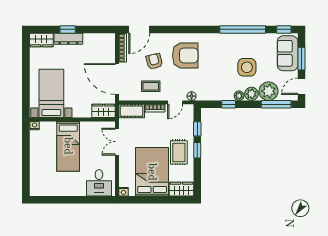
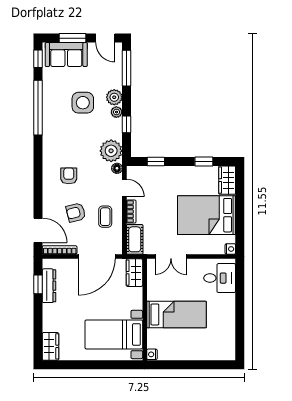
window: (68, 29) -> (38, 284), moved
dresser: (68, 39) -> (49, 286), moved
armchair: (185, 55) -> (69, 176), width x0.53, depth x0.53
plant: (269, 91) -> (111, 151), moved
window: (197, 150) -> (204, 161), moved
rug: (179, 152) -> (184, 183), removed

